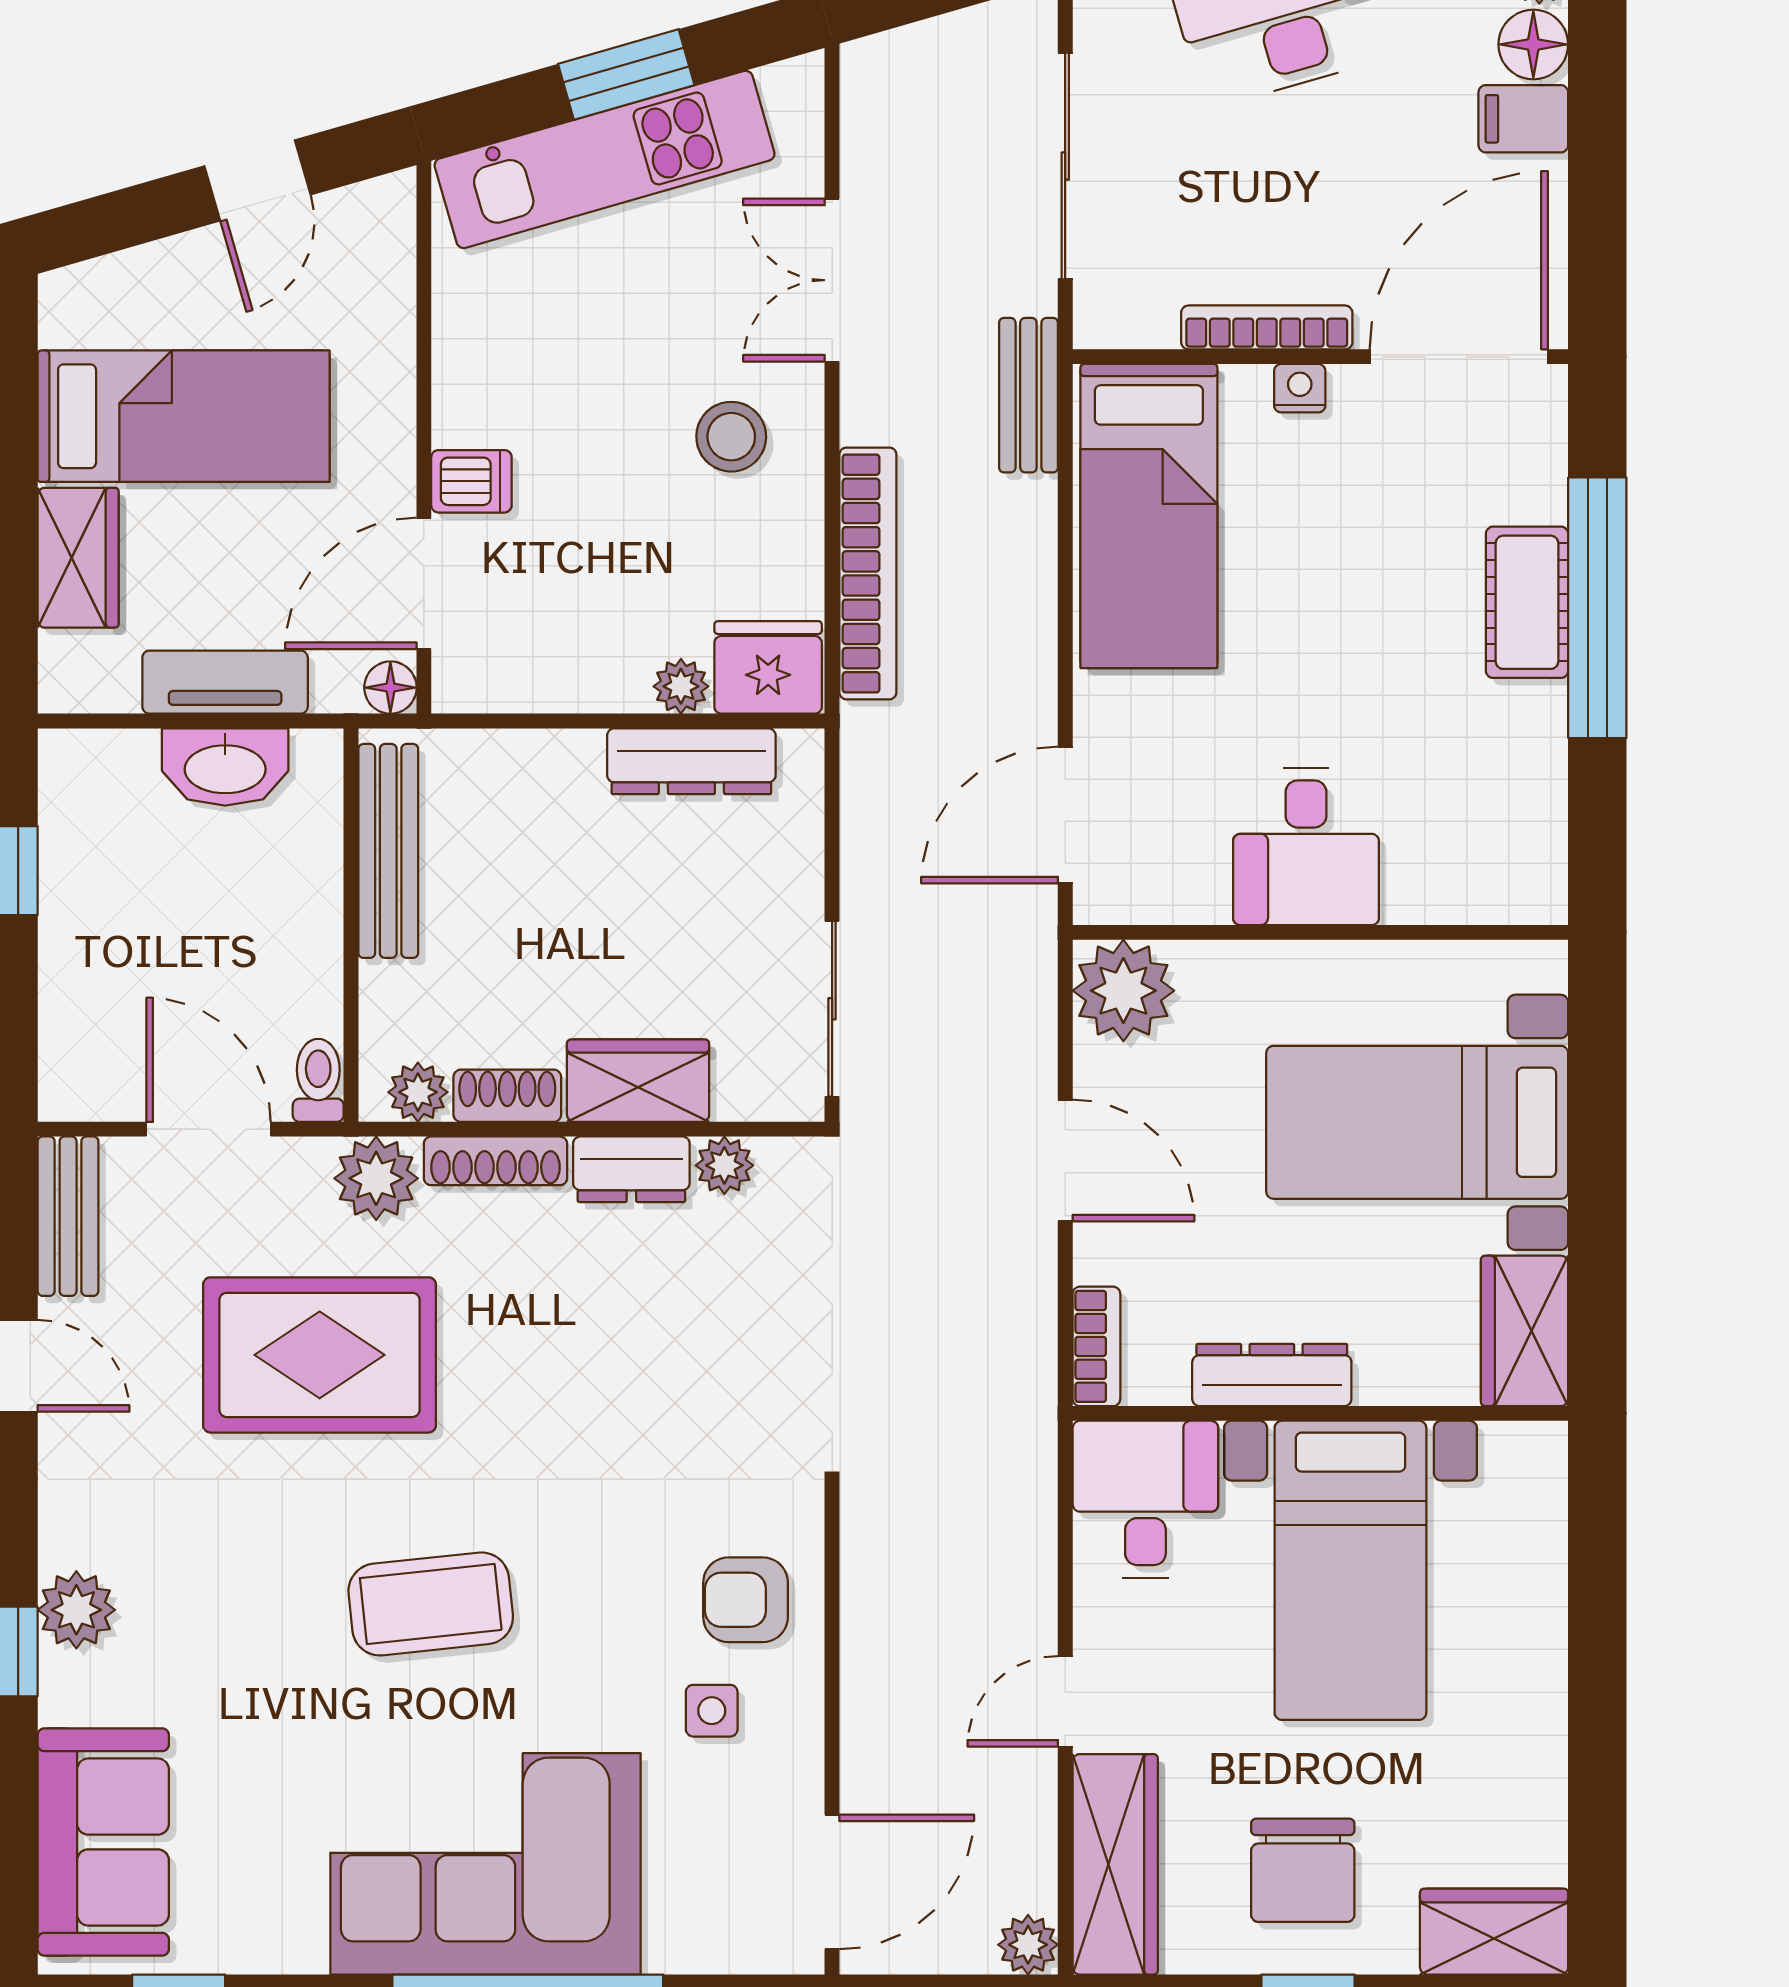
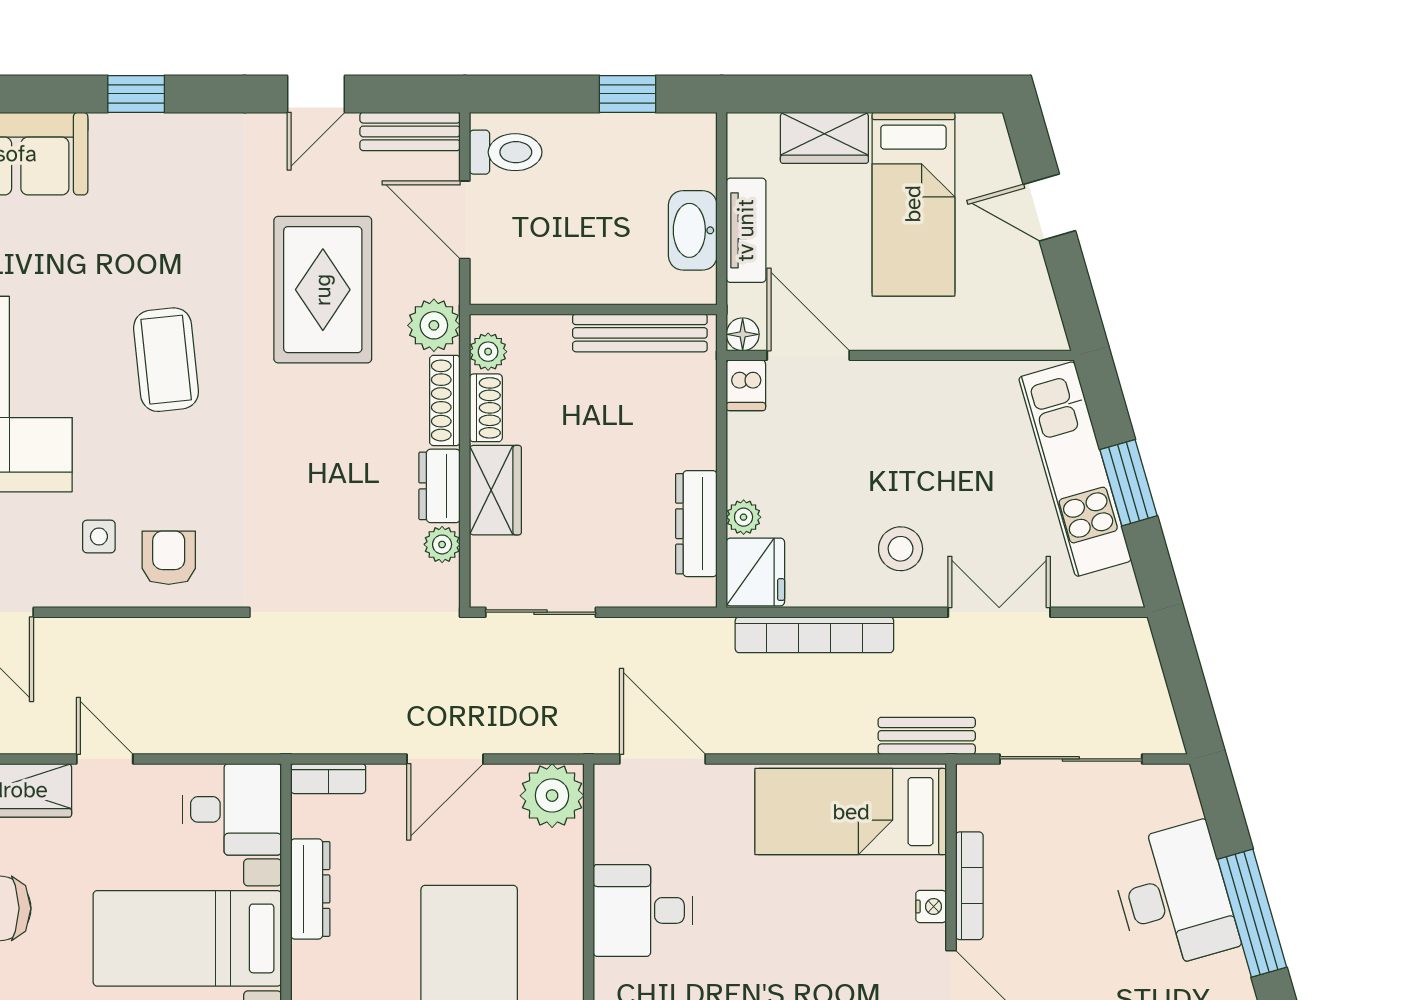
door: (258, 180) -> (1049, 207), moved
dishwasher: (471, 481) -> (746, 385), moved
toilet: (318, 1080) -> (506, 152), moved, width x1.37, depth x1.39
door: (209, 1129) -> (465, 220), swing flipped
plant: (76, 1610) -> (162, 137), removed

